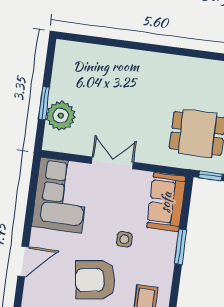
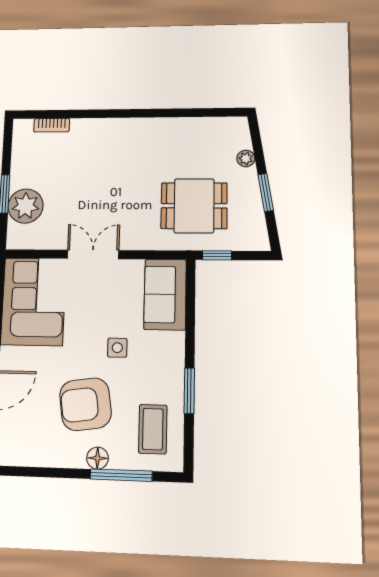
bookcase: (88, 49) -> (52, 125), added
window: (180, 247) -> (189, 391), moved

